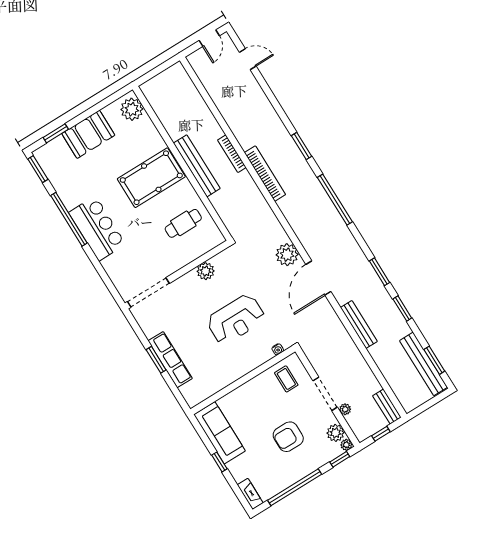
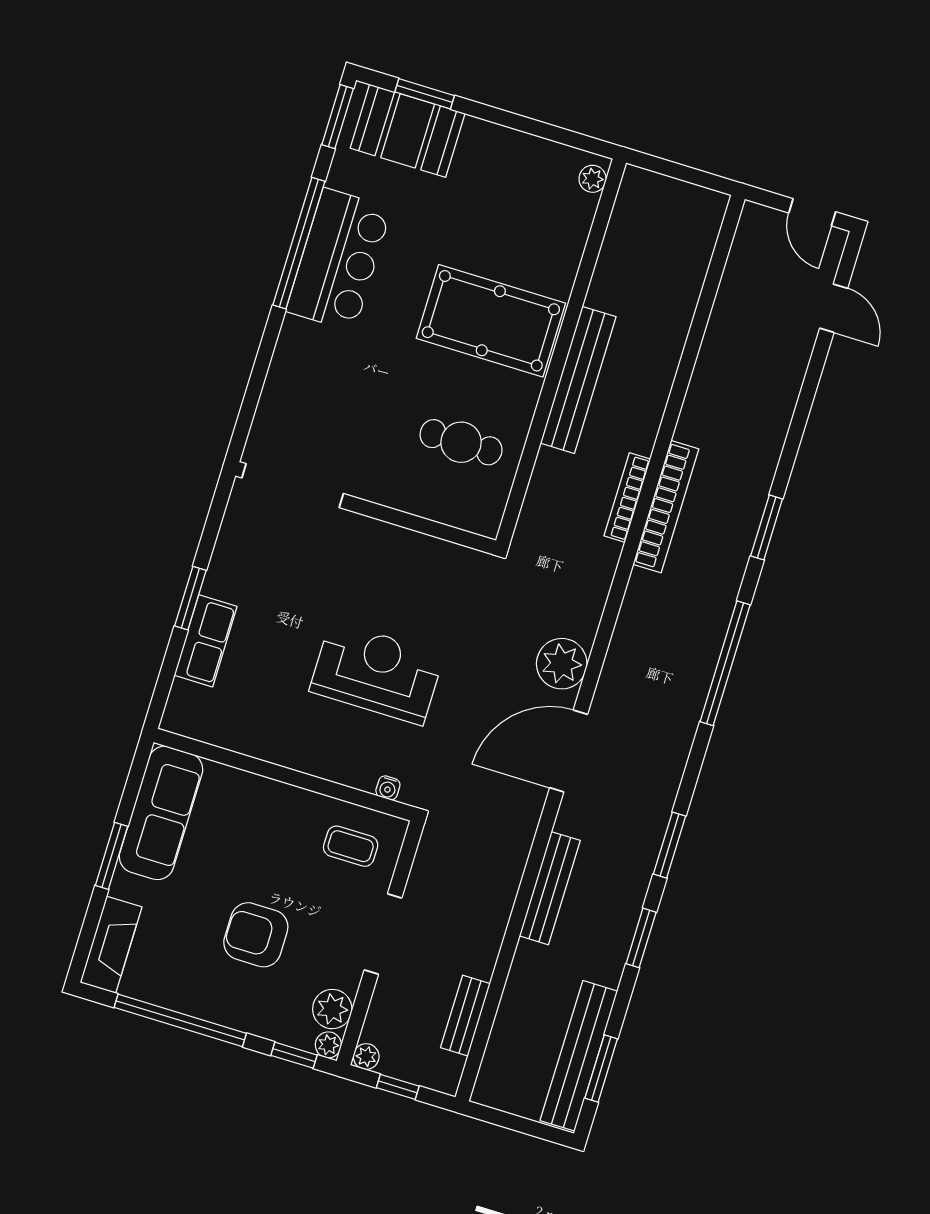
door: (209, 38) -> (812, 212), hinge flipped
plant: (132, 109) -> (593, 179), width x0.53, depth x0.53
booth: (88, 134) -> (408, 131), moved
bookcase: (232, 154) -> (627, 497), moved
bar counter: (97, 228) -> (339, 260), moved
plant: (206, 271) -> (413, 550), removed
reception desk: (236, 319) -> (377, 673), turned 180
row of seats: (170, 360) -> (206, 641), width x0.68
coffee table: (286, 379) -> (351, 846), turned 90
bench: (387, 407) -> (465, 1016), moved
plant: (345, 409) -> (366, 1057), moved
window: (219, 462) -> (112, 856), width x1.50
fireplace: (250, 494) -> (111, 945), width x1.37, depth x1.32

